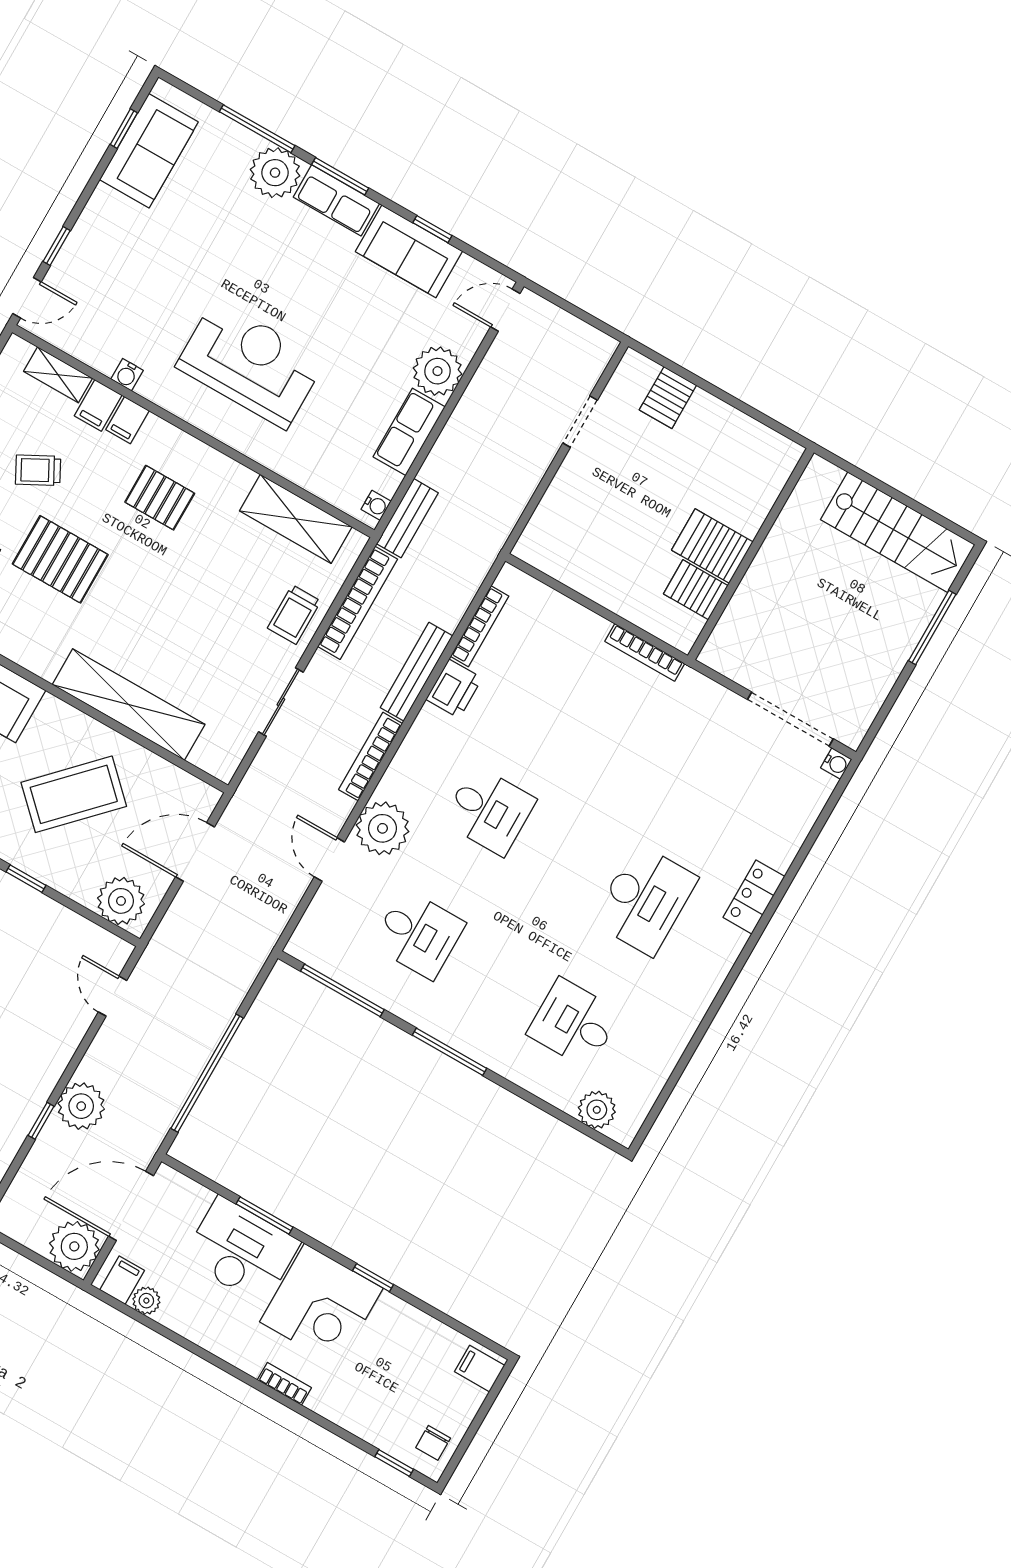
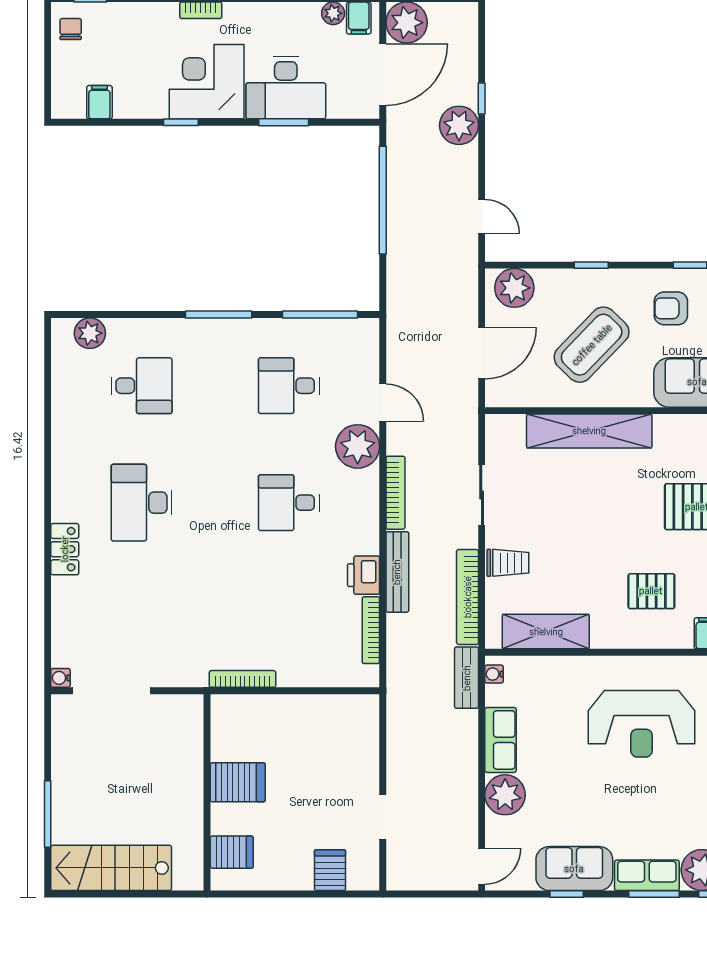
server rack: (696, 590) -> (232, 852), moved
trolley: (294, 615) -> (508, 563), turned 90
filing cabinet: (480, 1369) -> (99, 102), moved, turned -90

